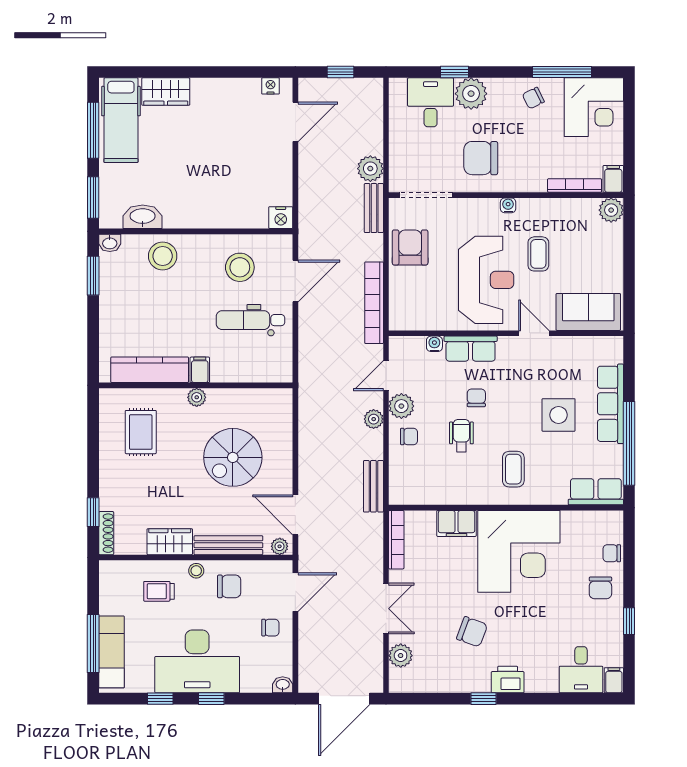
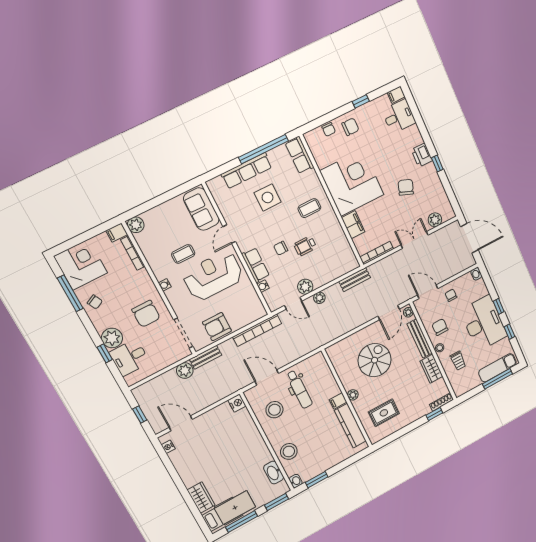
chair: (409, 436) -> (319, 274), removed
spiral stairs: (233, 457) -> (375, 360), turned -90

